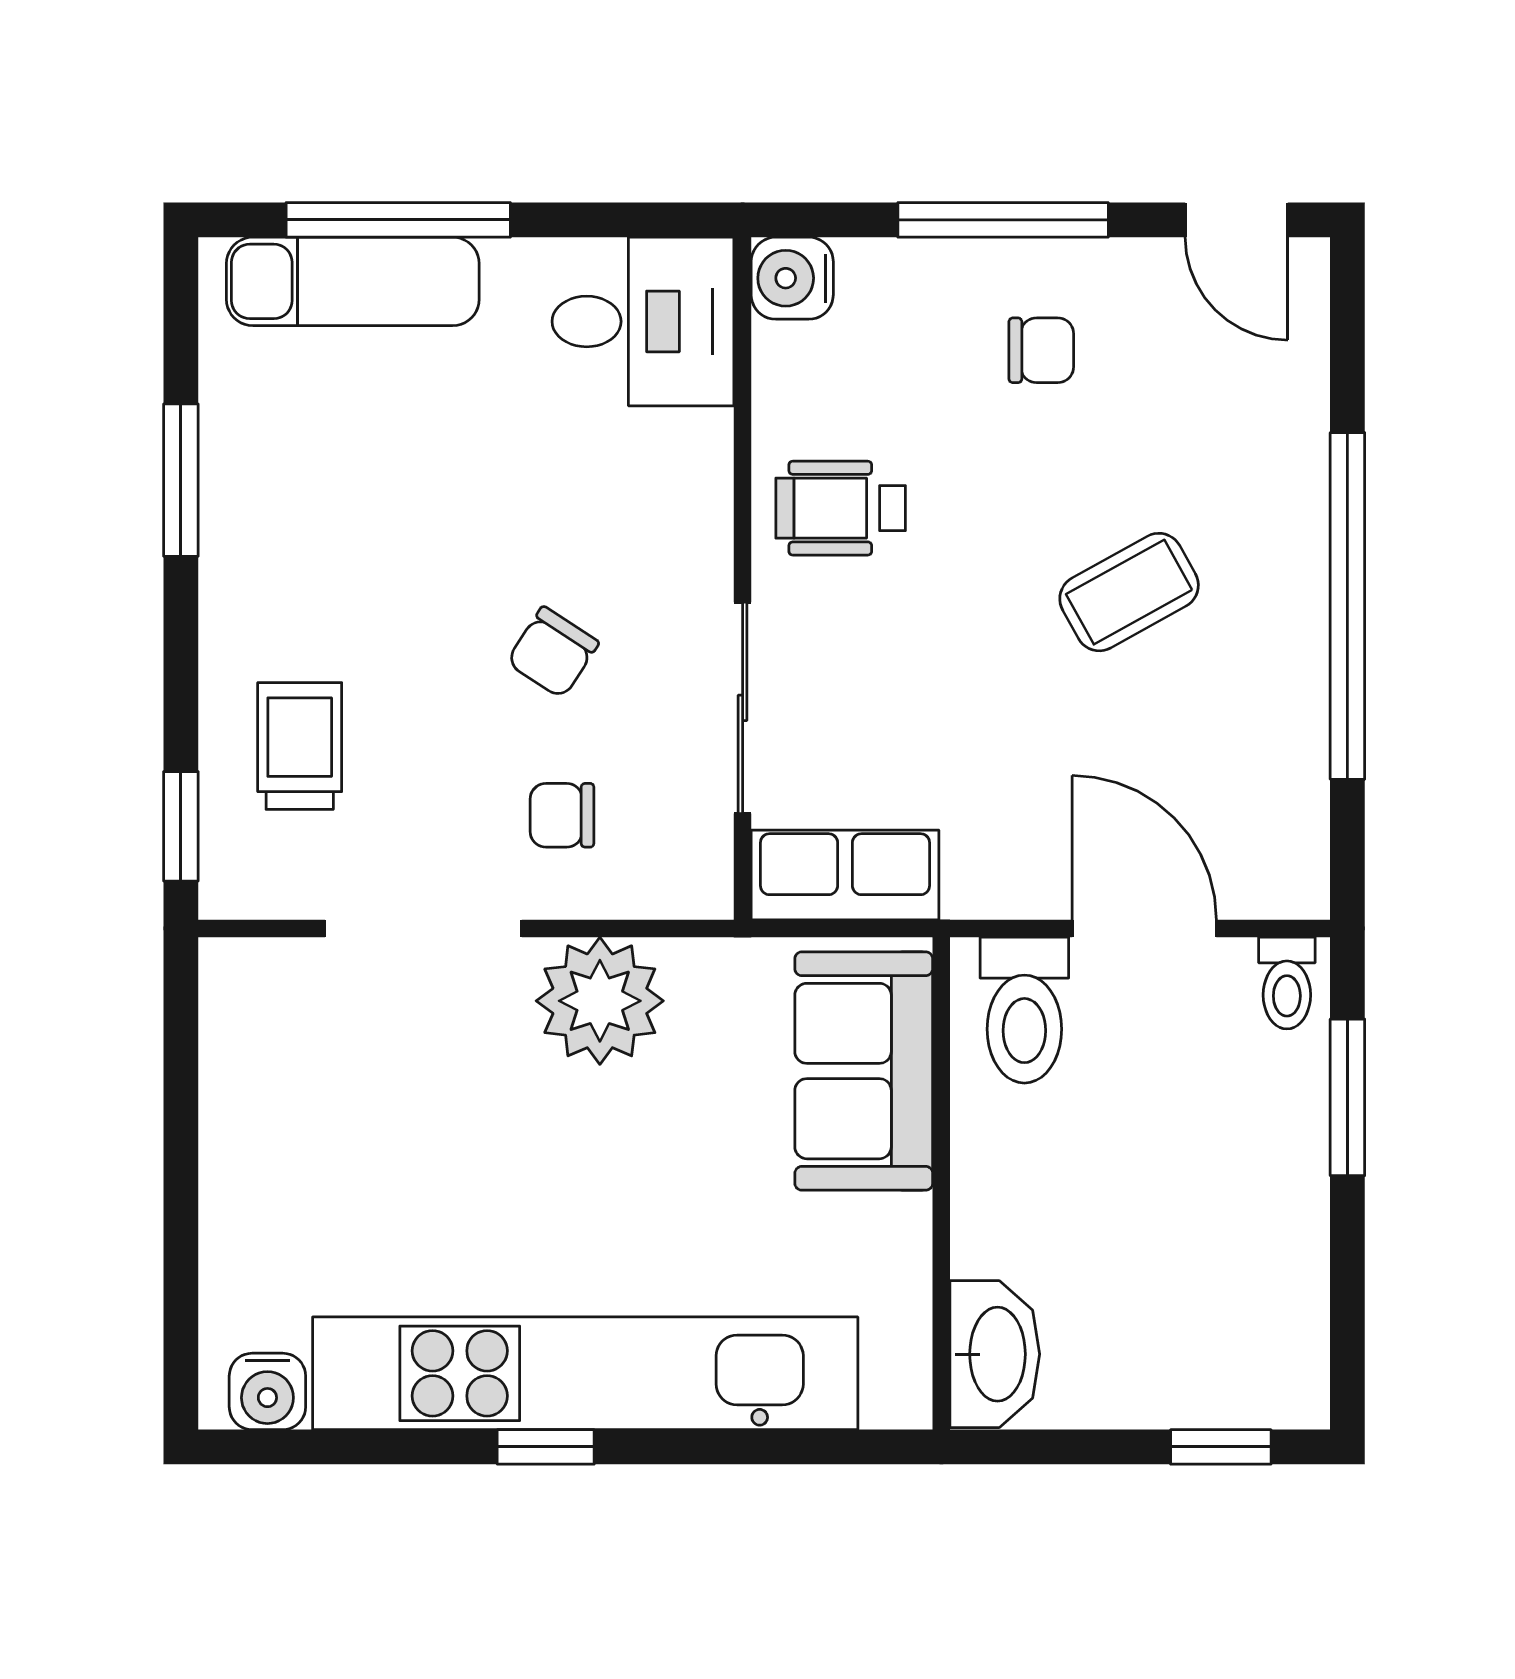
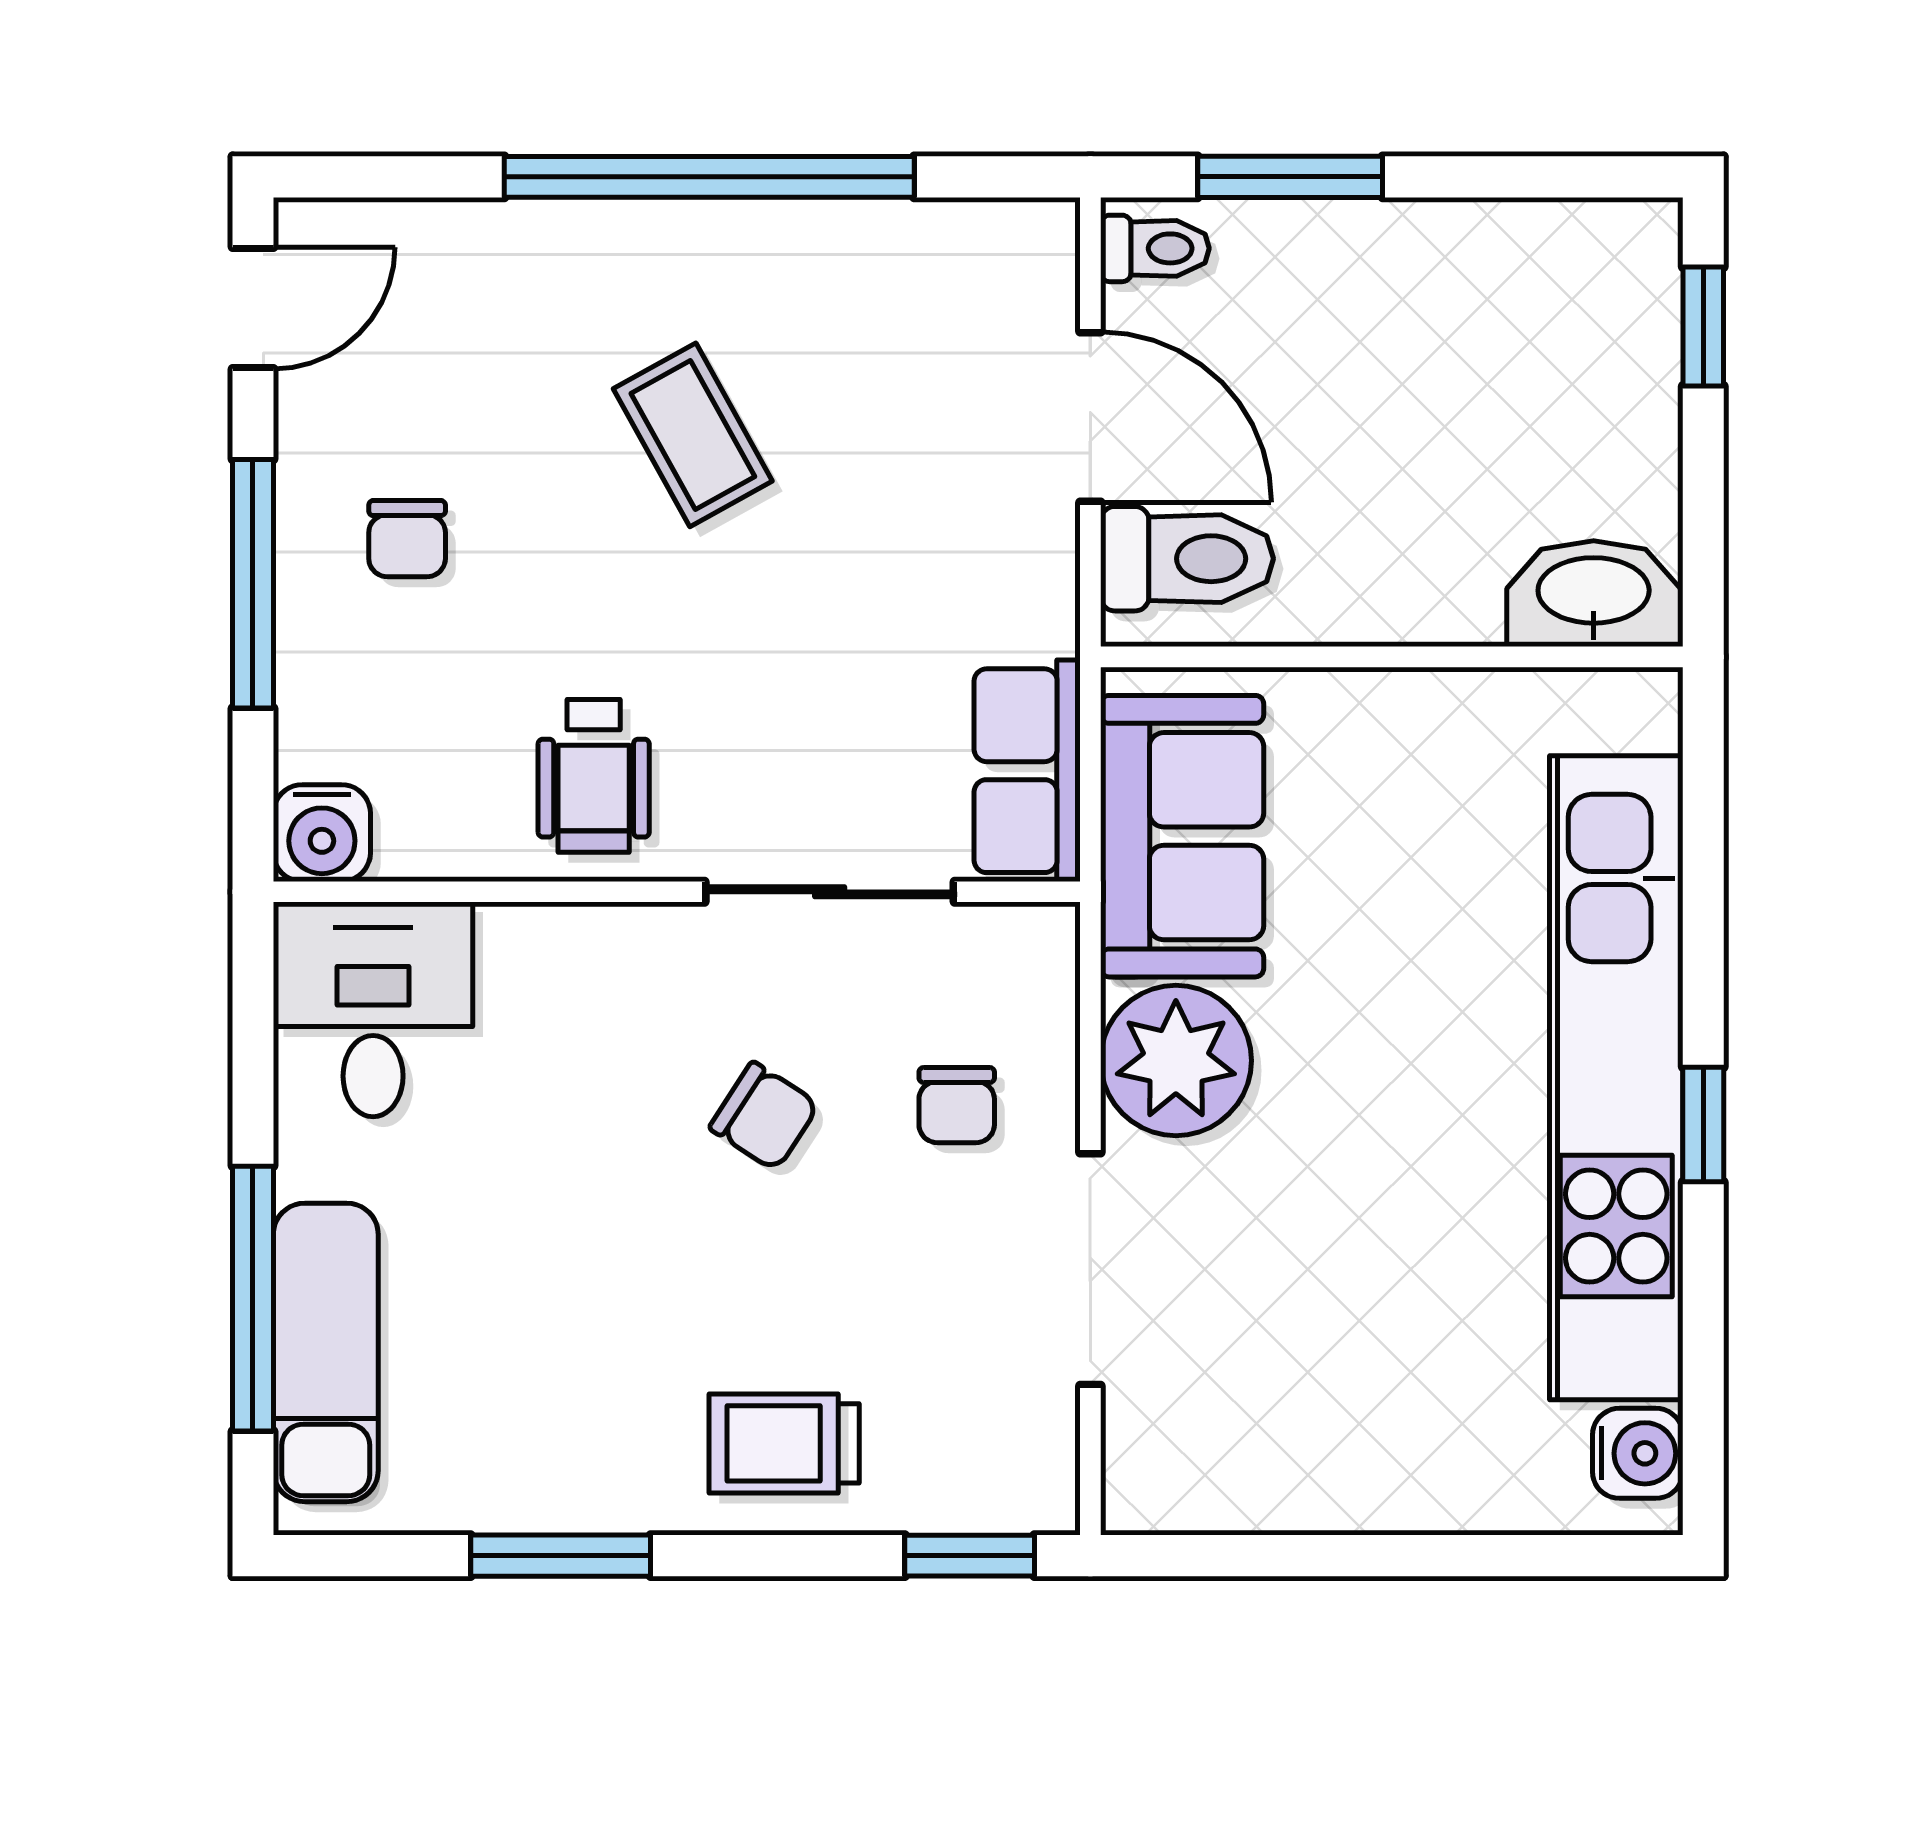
chair: (1041, 350) -> (407, 539), turned 180
trolley: (300, 746) -> (784, 1443), moved
door: (1144, 928) -> (1090, 417), swing flipped
sofa: (864, 1071) -> (1182, 836), moved, turned -90

